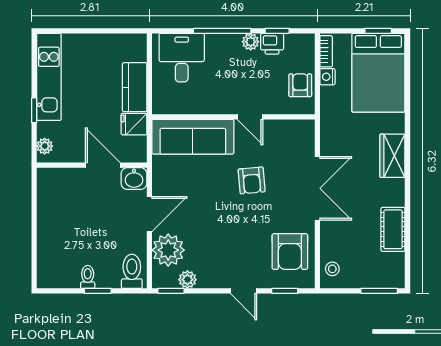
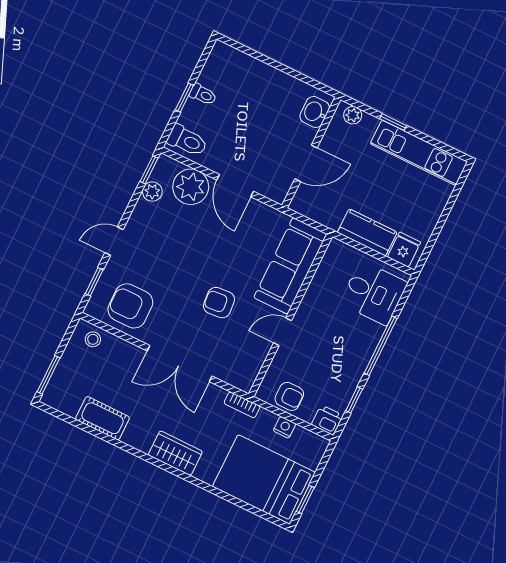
plant: (251, 42) -> (356, 368), removed
printer: (272, 44) -> (327, 420), moved, turned 90
bookcase: (326, 51) -> (242, 405), moved
fridge: (134, 124) -> (404, 250), moved
washbasin: (134, 179) -> (315, 112), moved

